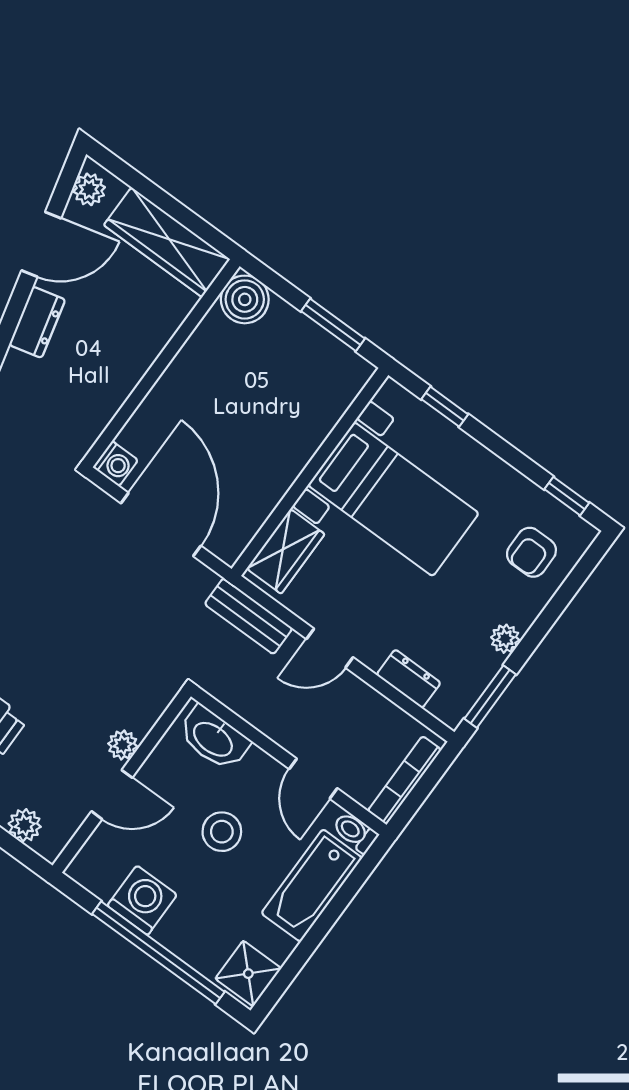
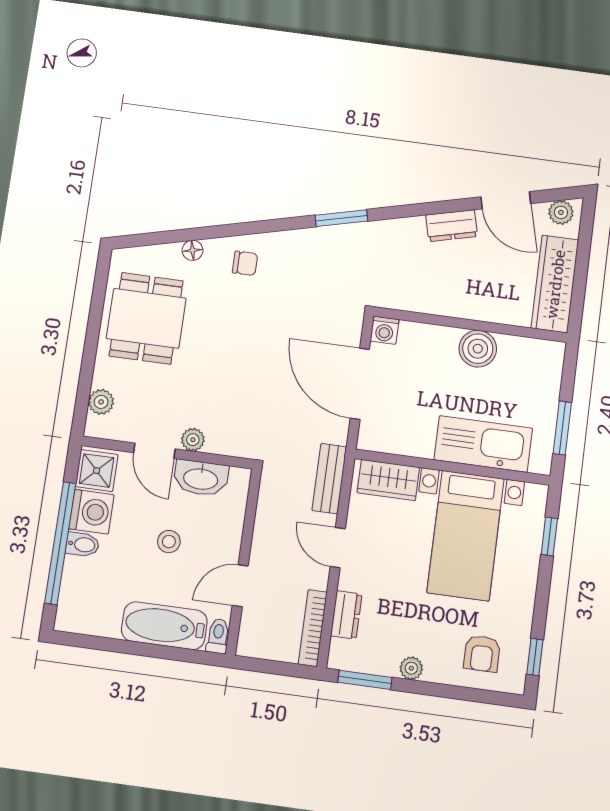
boiler: (245, 299) -> (478, 349), moved
kitchen sink: (303, 423) -> (483, 444), added
door: (161, 525) -> (360, 384), swing flipped
armchair: (531, 552) -> (482, 654), turned -90
washbasin: (214, 738) -> (201, 478), moved, turned -90
bookcase: (404, 780) -> (313, 628), moved, turned -90
stool: (222, 832) -> (169, 542), width x0.73, depth x0.73
bidet: (173, 929) -> (82, 544), added
shower: (248, 974) -> (97, 471), moved

